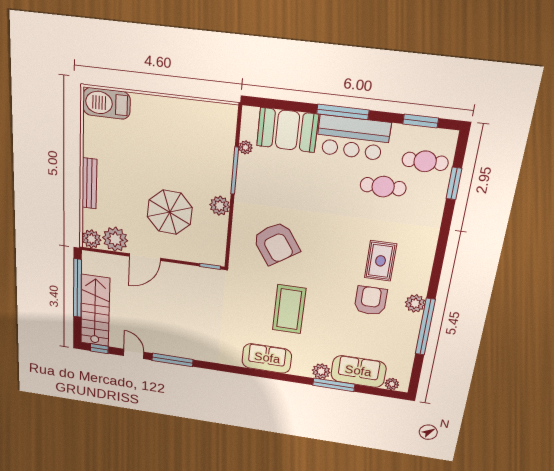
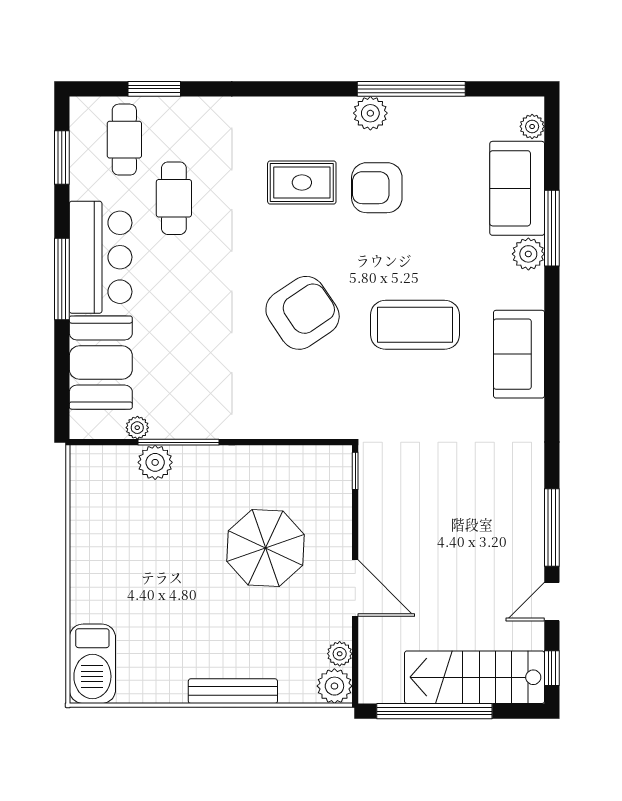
plant: (220, 206) -> (155, 462), moved
plant: (115, 239) -> (340, 654), width x0.53, depth x0.53
armchair: (276, 243) -> (303, 313), moved

